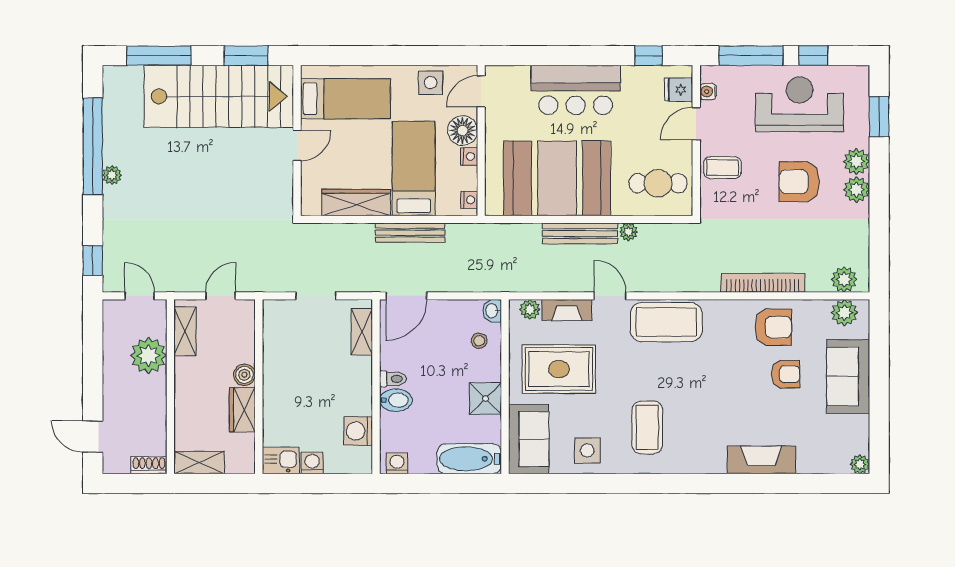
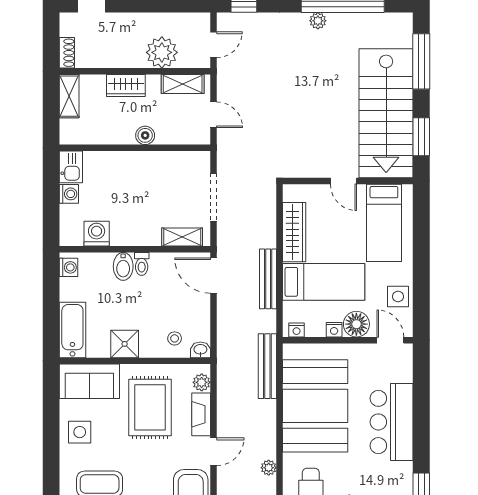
bench: (580, 233) -> (267, 366), moved
doorway: (316, 296) -> (213, 197), width x1.38
wardrobe: (242, 410) -> (126, 86), moved, turned 180

